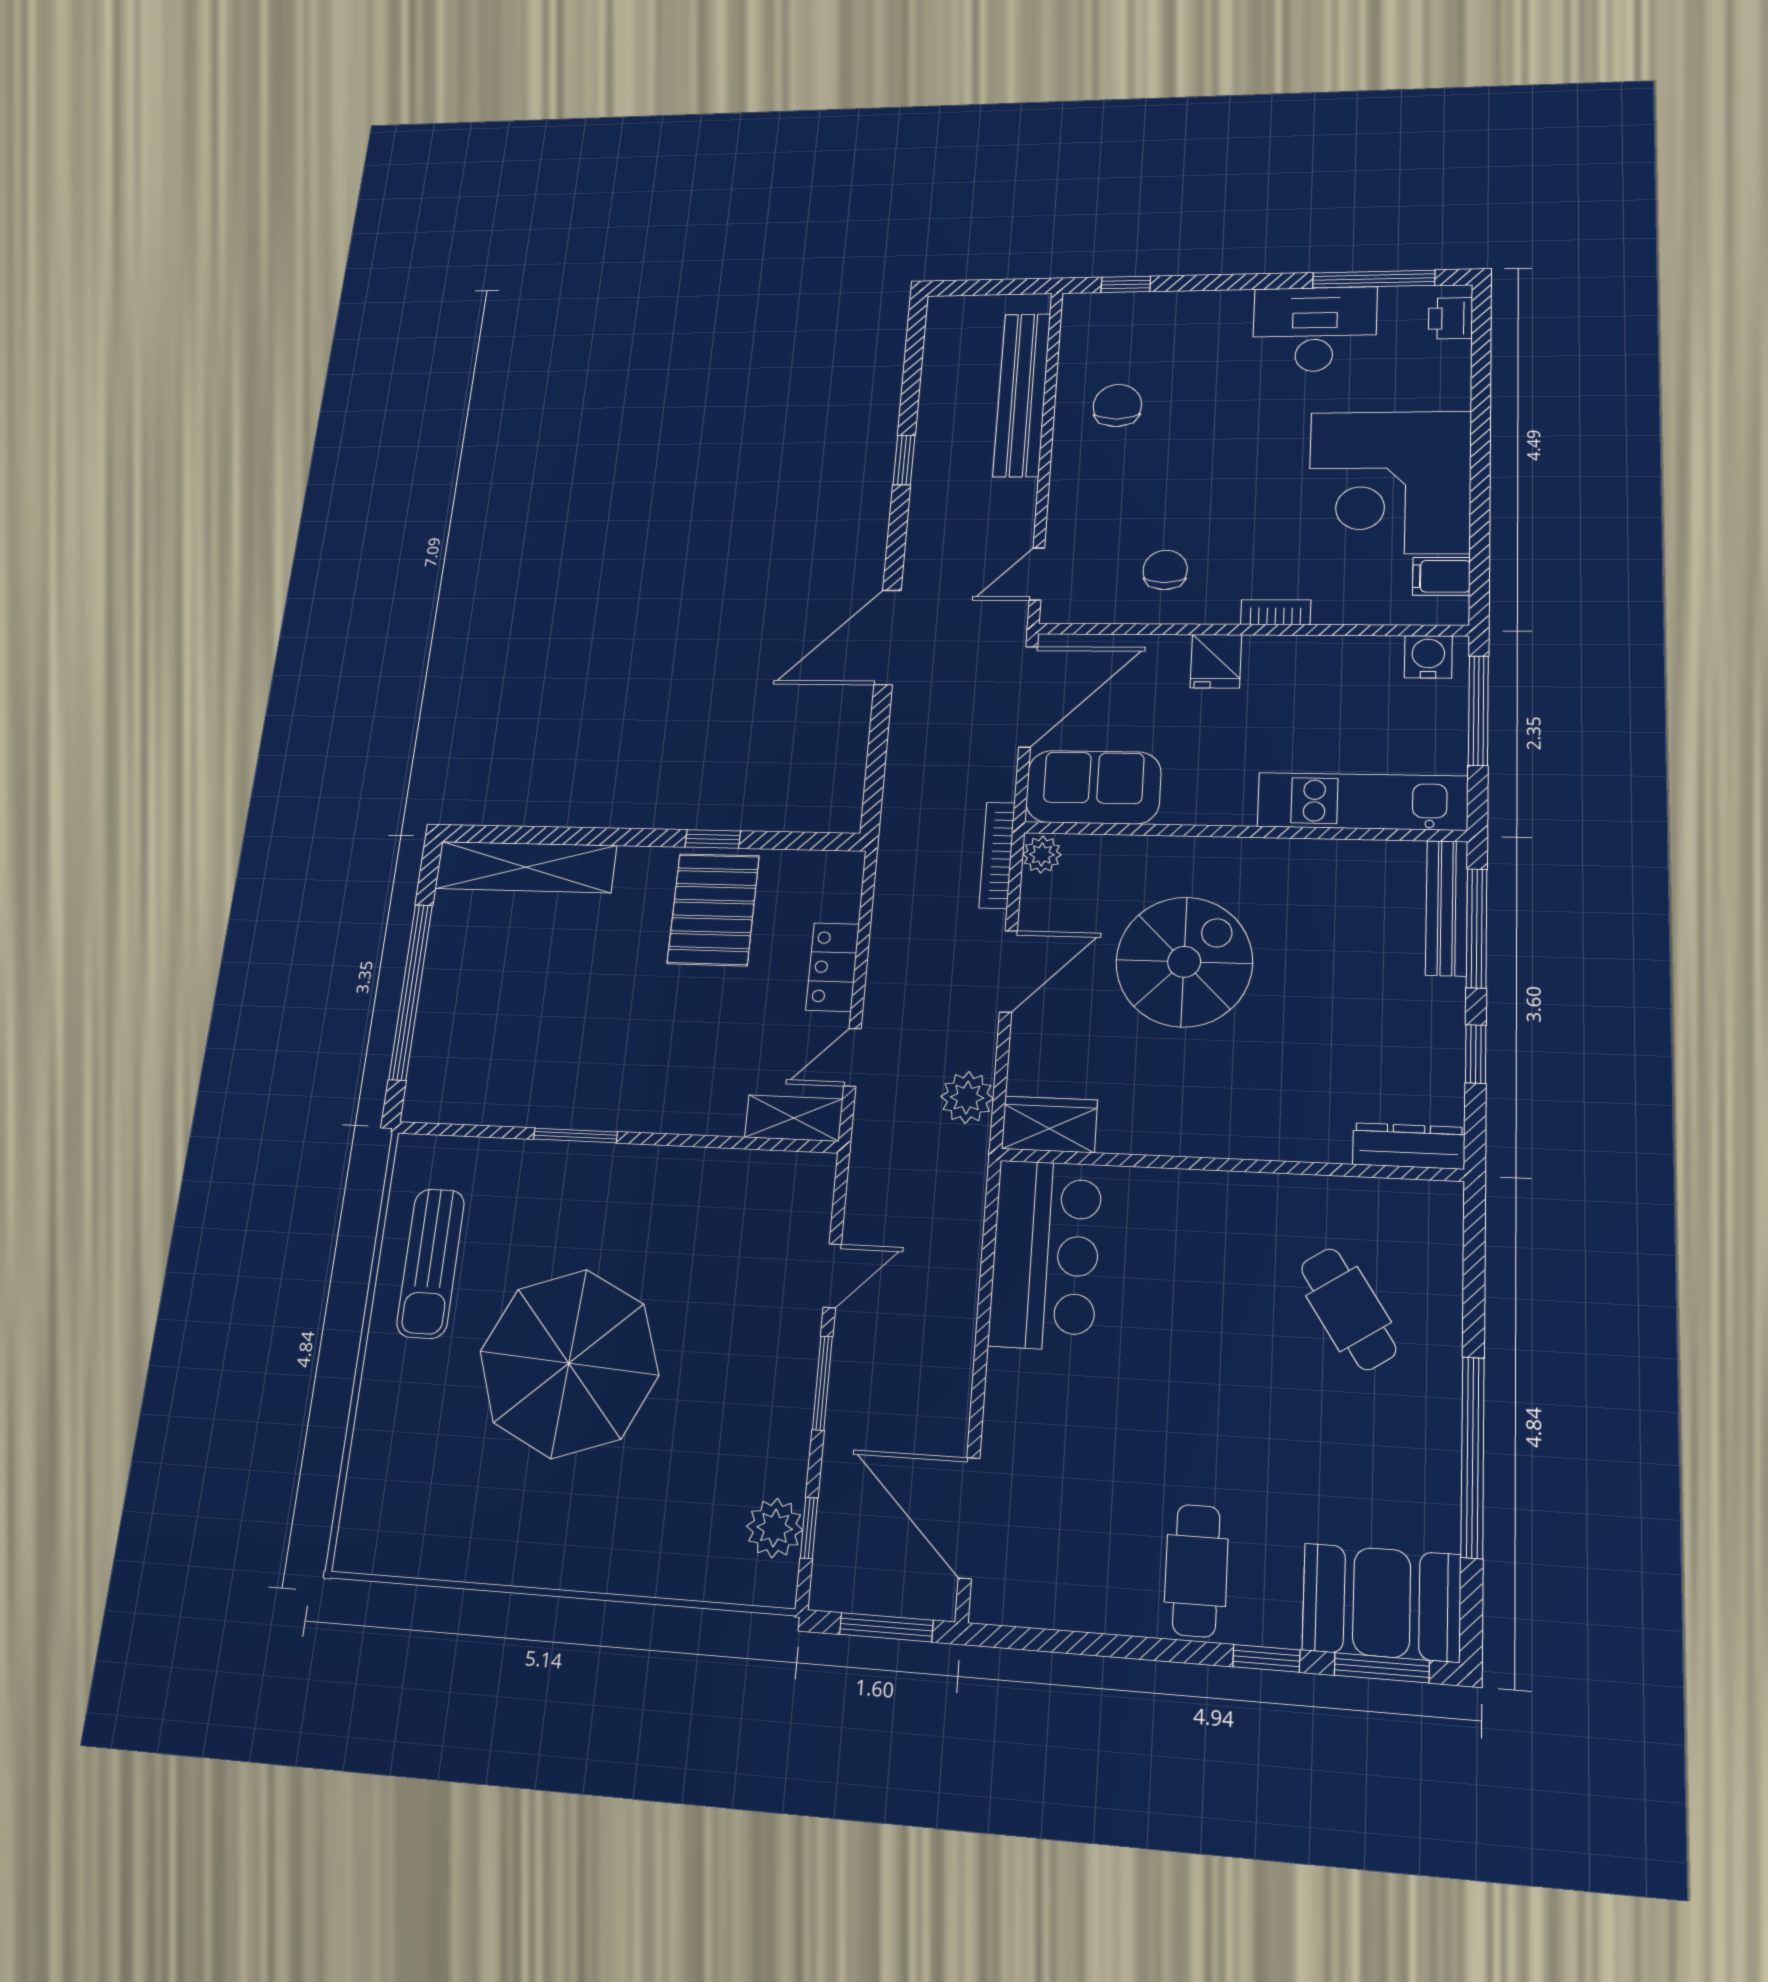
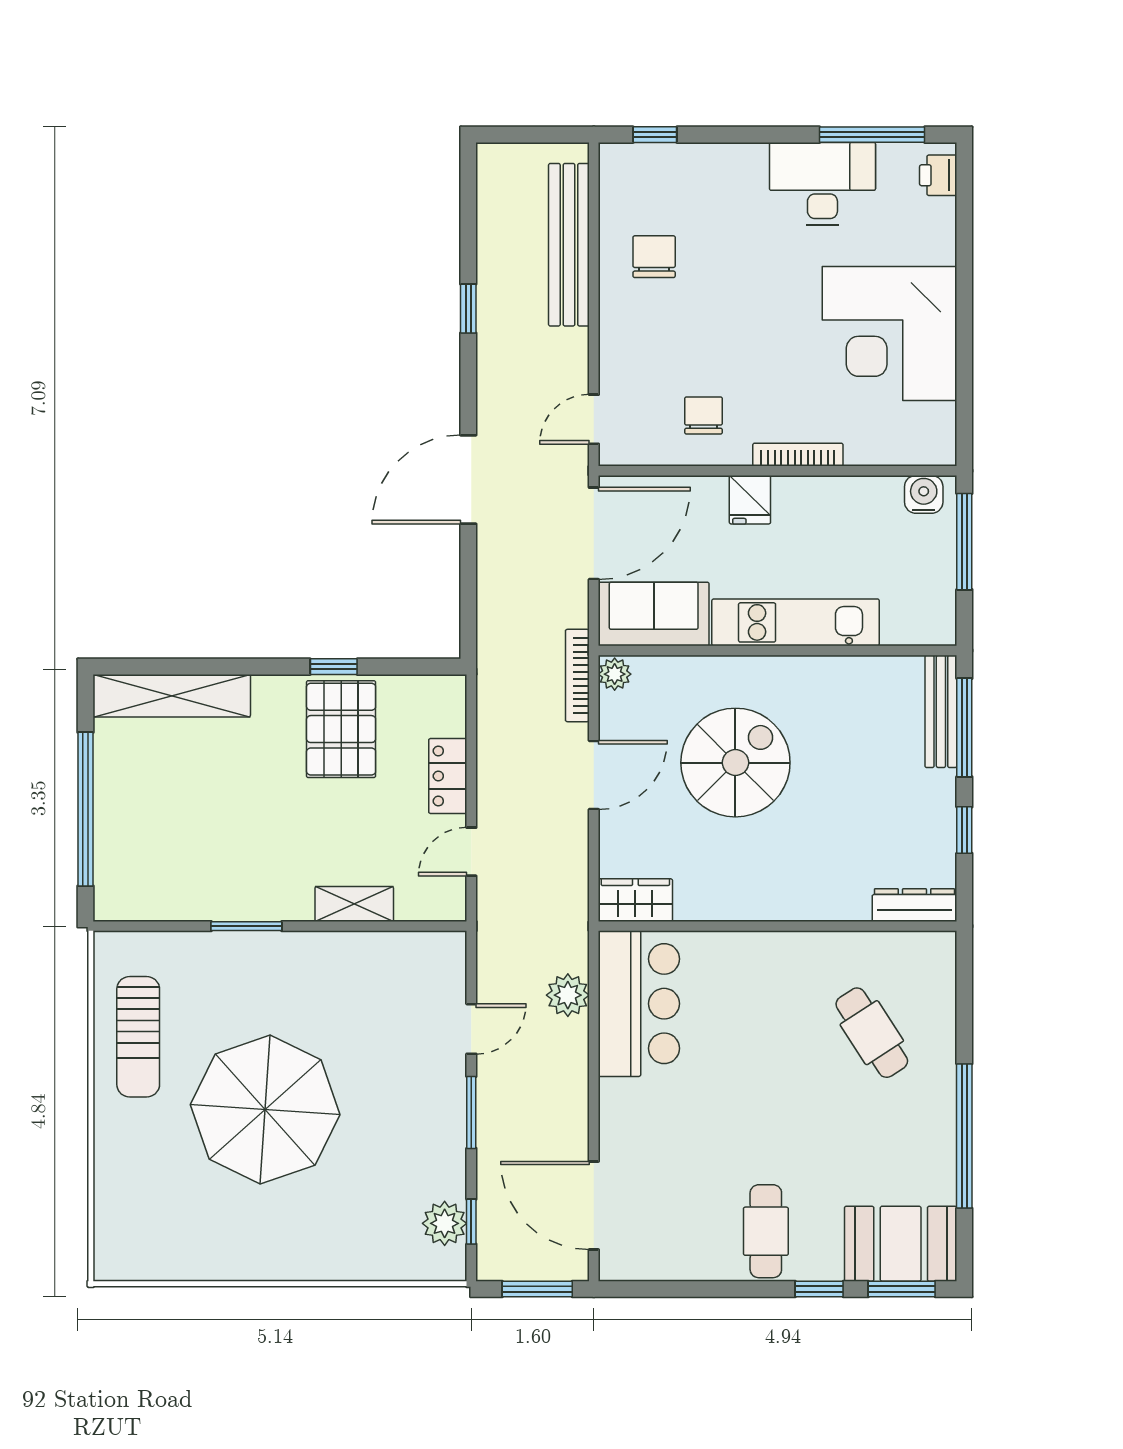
filing cabinet: (1441, 576) -> (933, 421), removed
bookcase: (1276, 612) -> (798, 455), width x1.56
kitchen unit: (1362, 801) -> (796, 622), moved
plant: (967, 1098) -> (568, 995), moved
shelving: (794, 1118) -> (354, 904), moved

